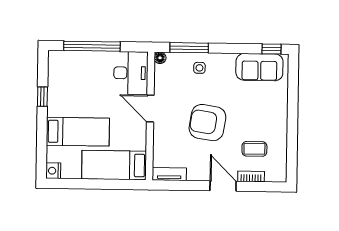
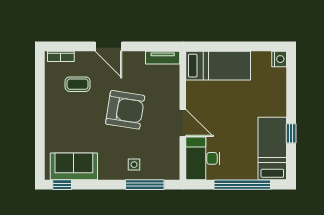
floor lamp: (160, 58) -> (174, 174), removed
bed: (78, 132) -> (272, 148), moved, turned 90
bookcase: (251, 176) -> (61, 56), moved

